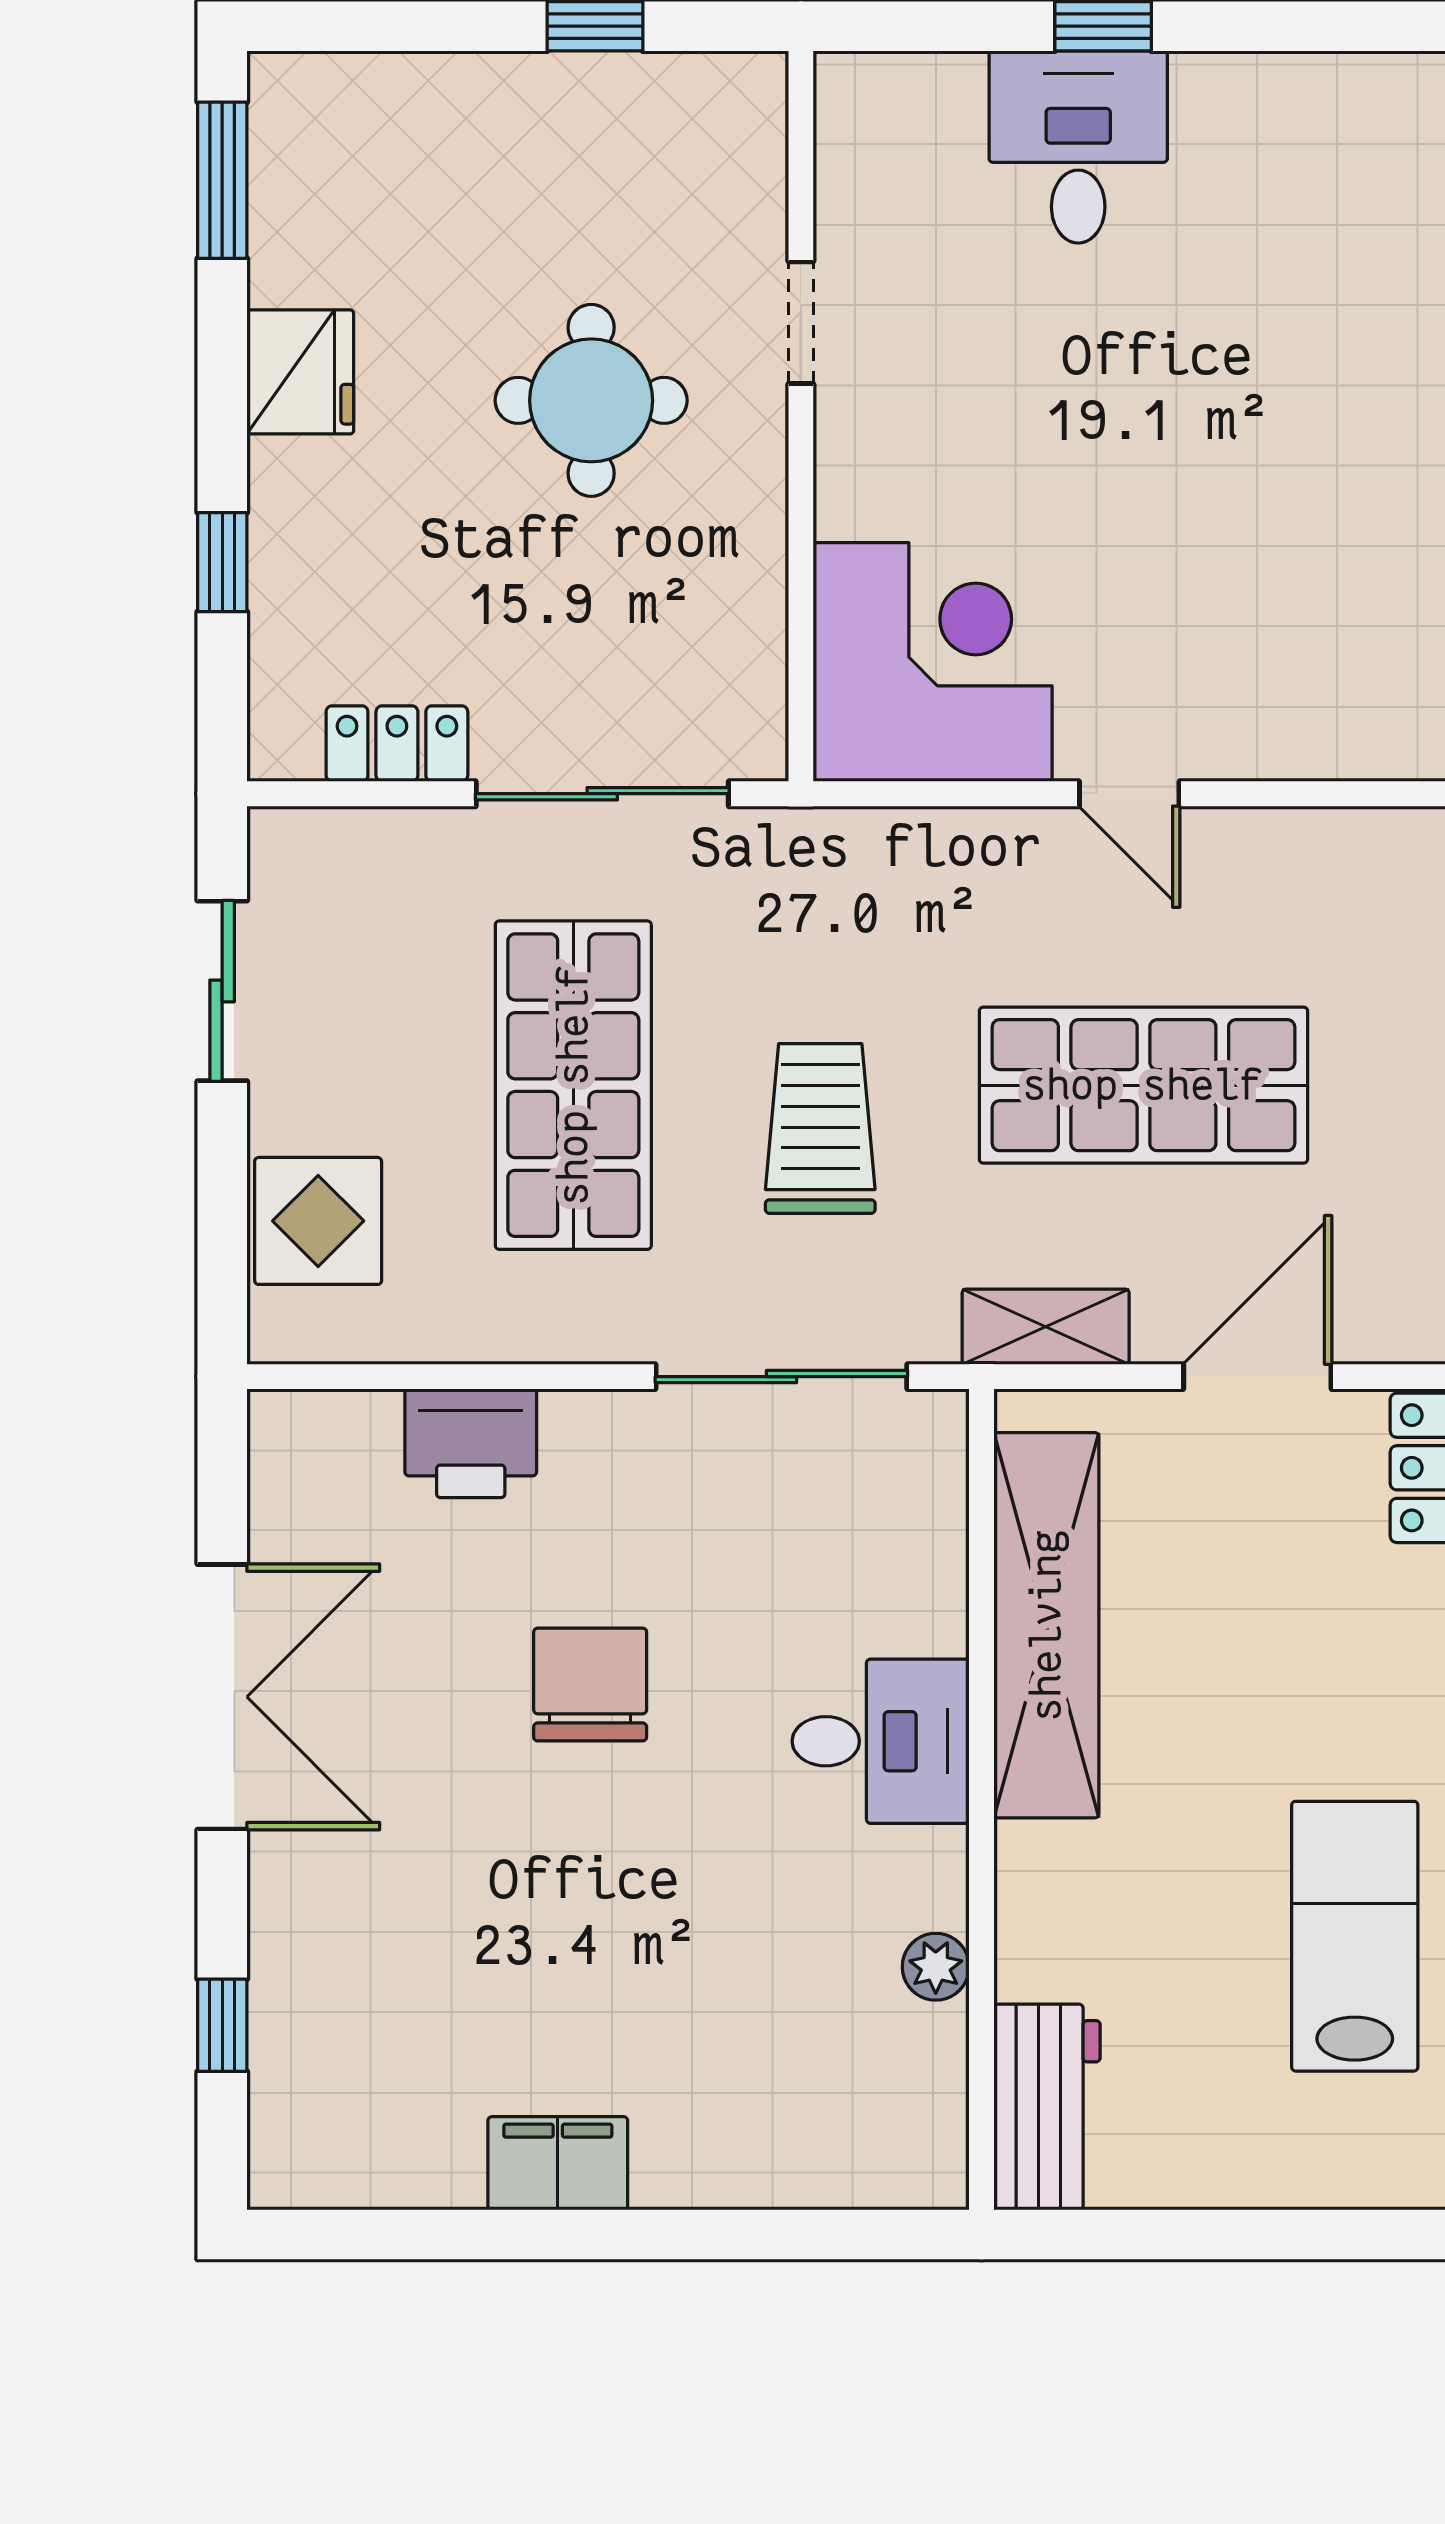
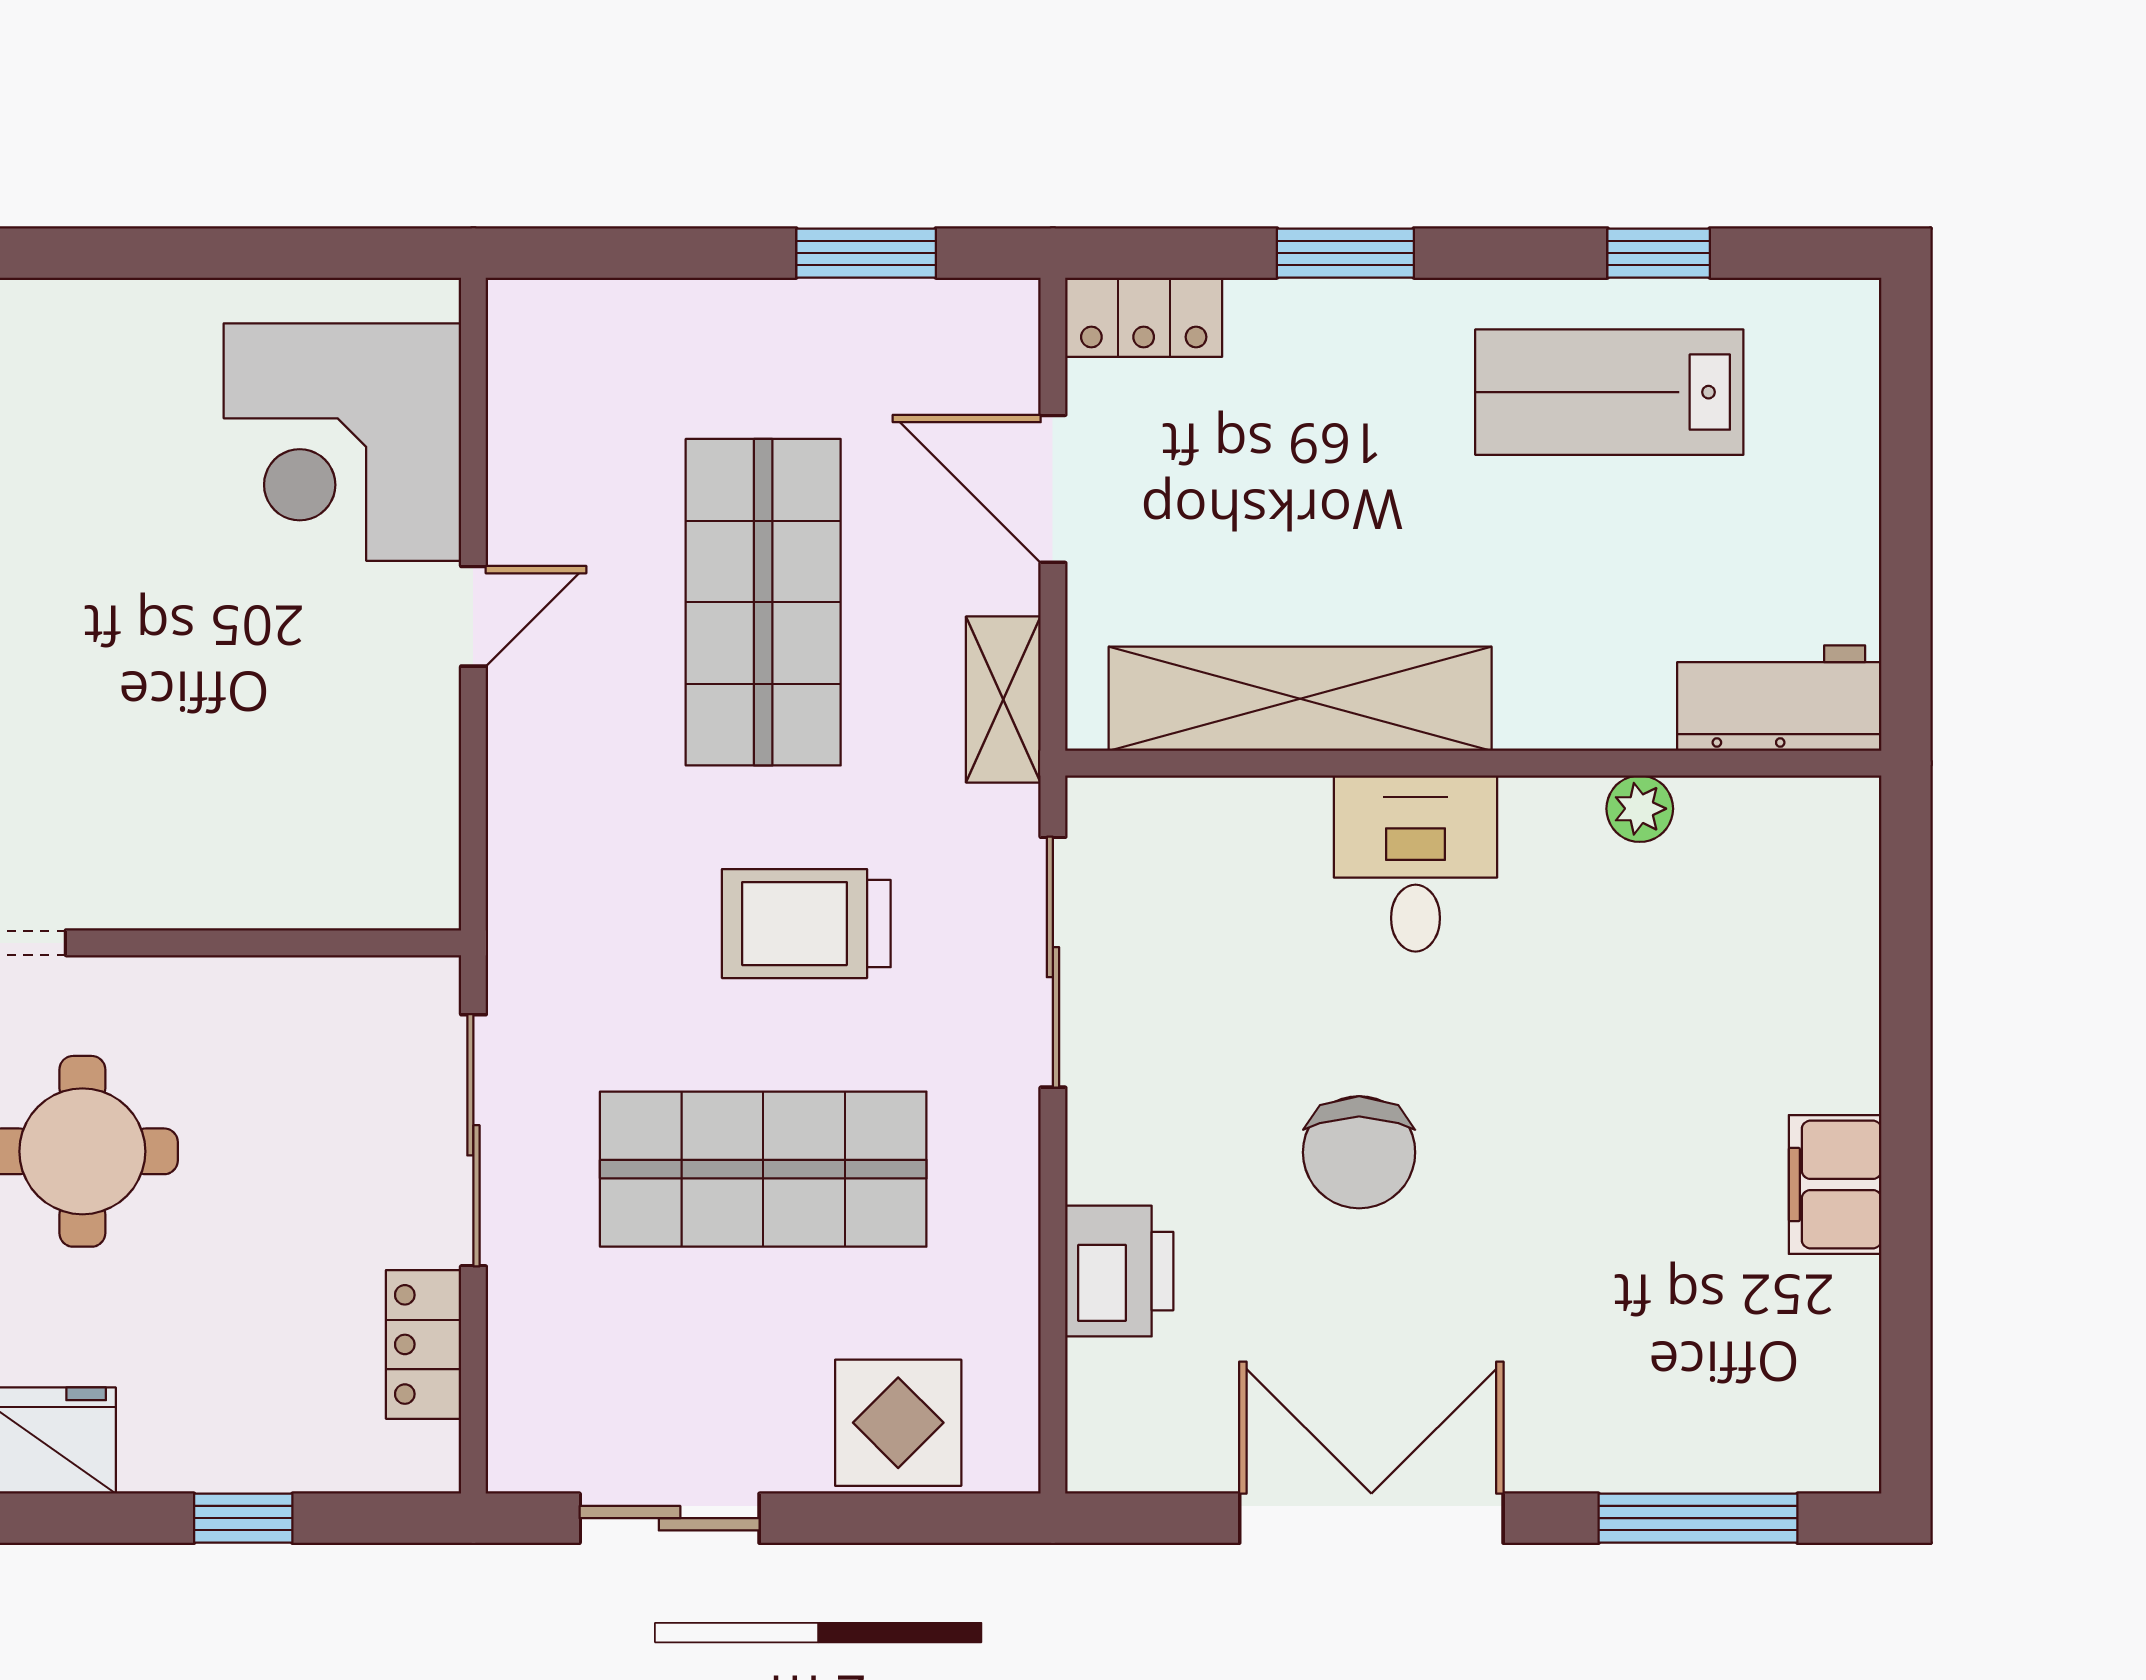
corner desk: (933, 662) -> (342, 442), moved, turned -90
chair: (590, 1685) -> (1359, 1152), turned -90
window: (222, 2025) -> (1698, 1518), width x2.17

